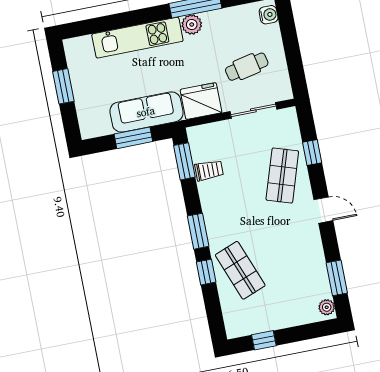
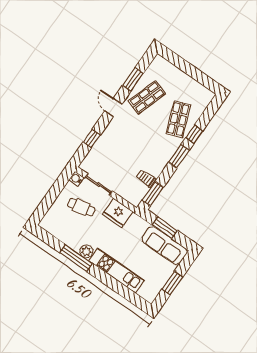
water cooler: (269, 15) -> (76, 179), moved
sofa: (146, 112) -> (164, 245), moved
shop shelf: (282, 175) -> (147, 97), moved
window: (337, 278) -> (133, 80), moved
plant: (327, 307) -> (157, 63), removed
window: (264, 340) -> (200, 77), removed

